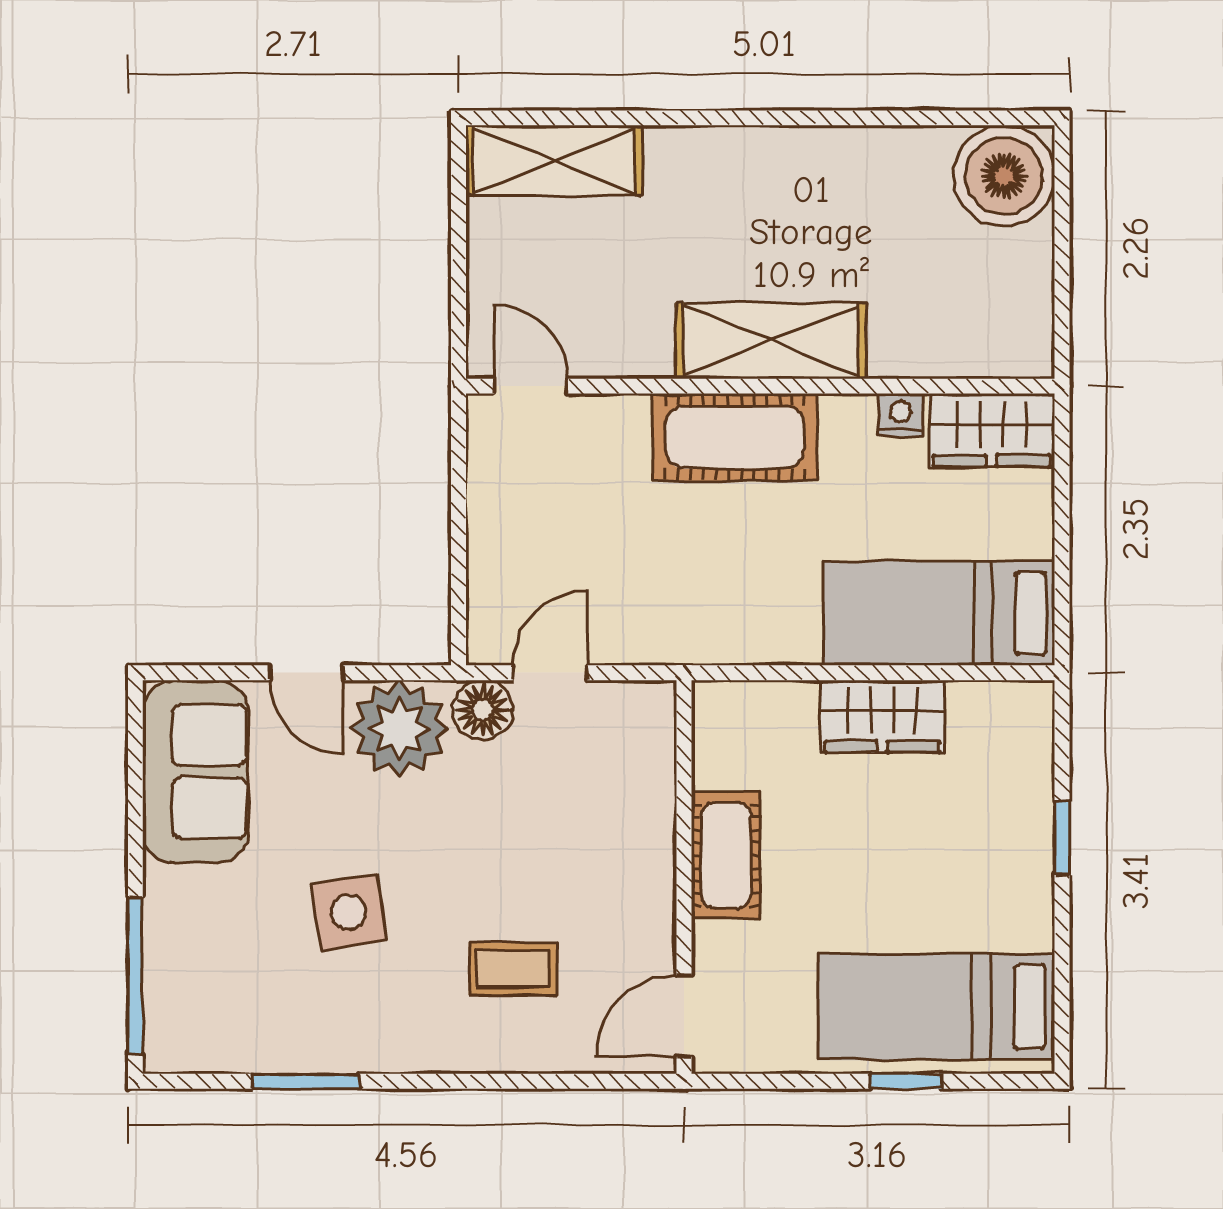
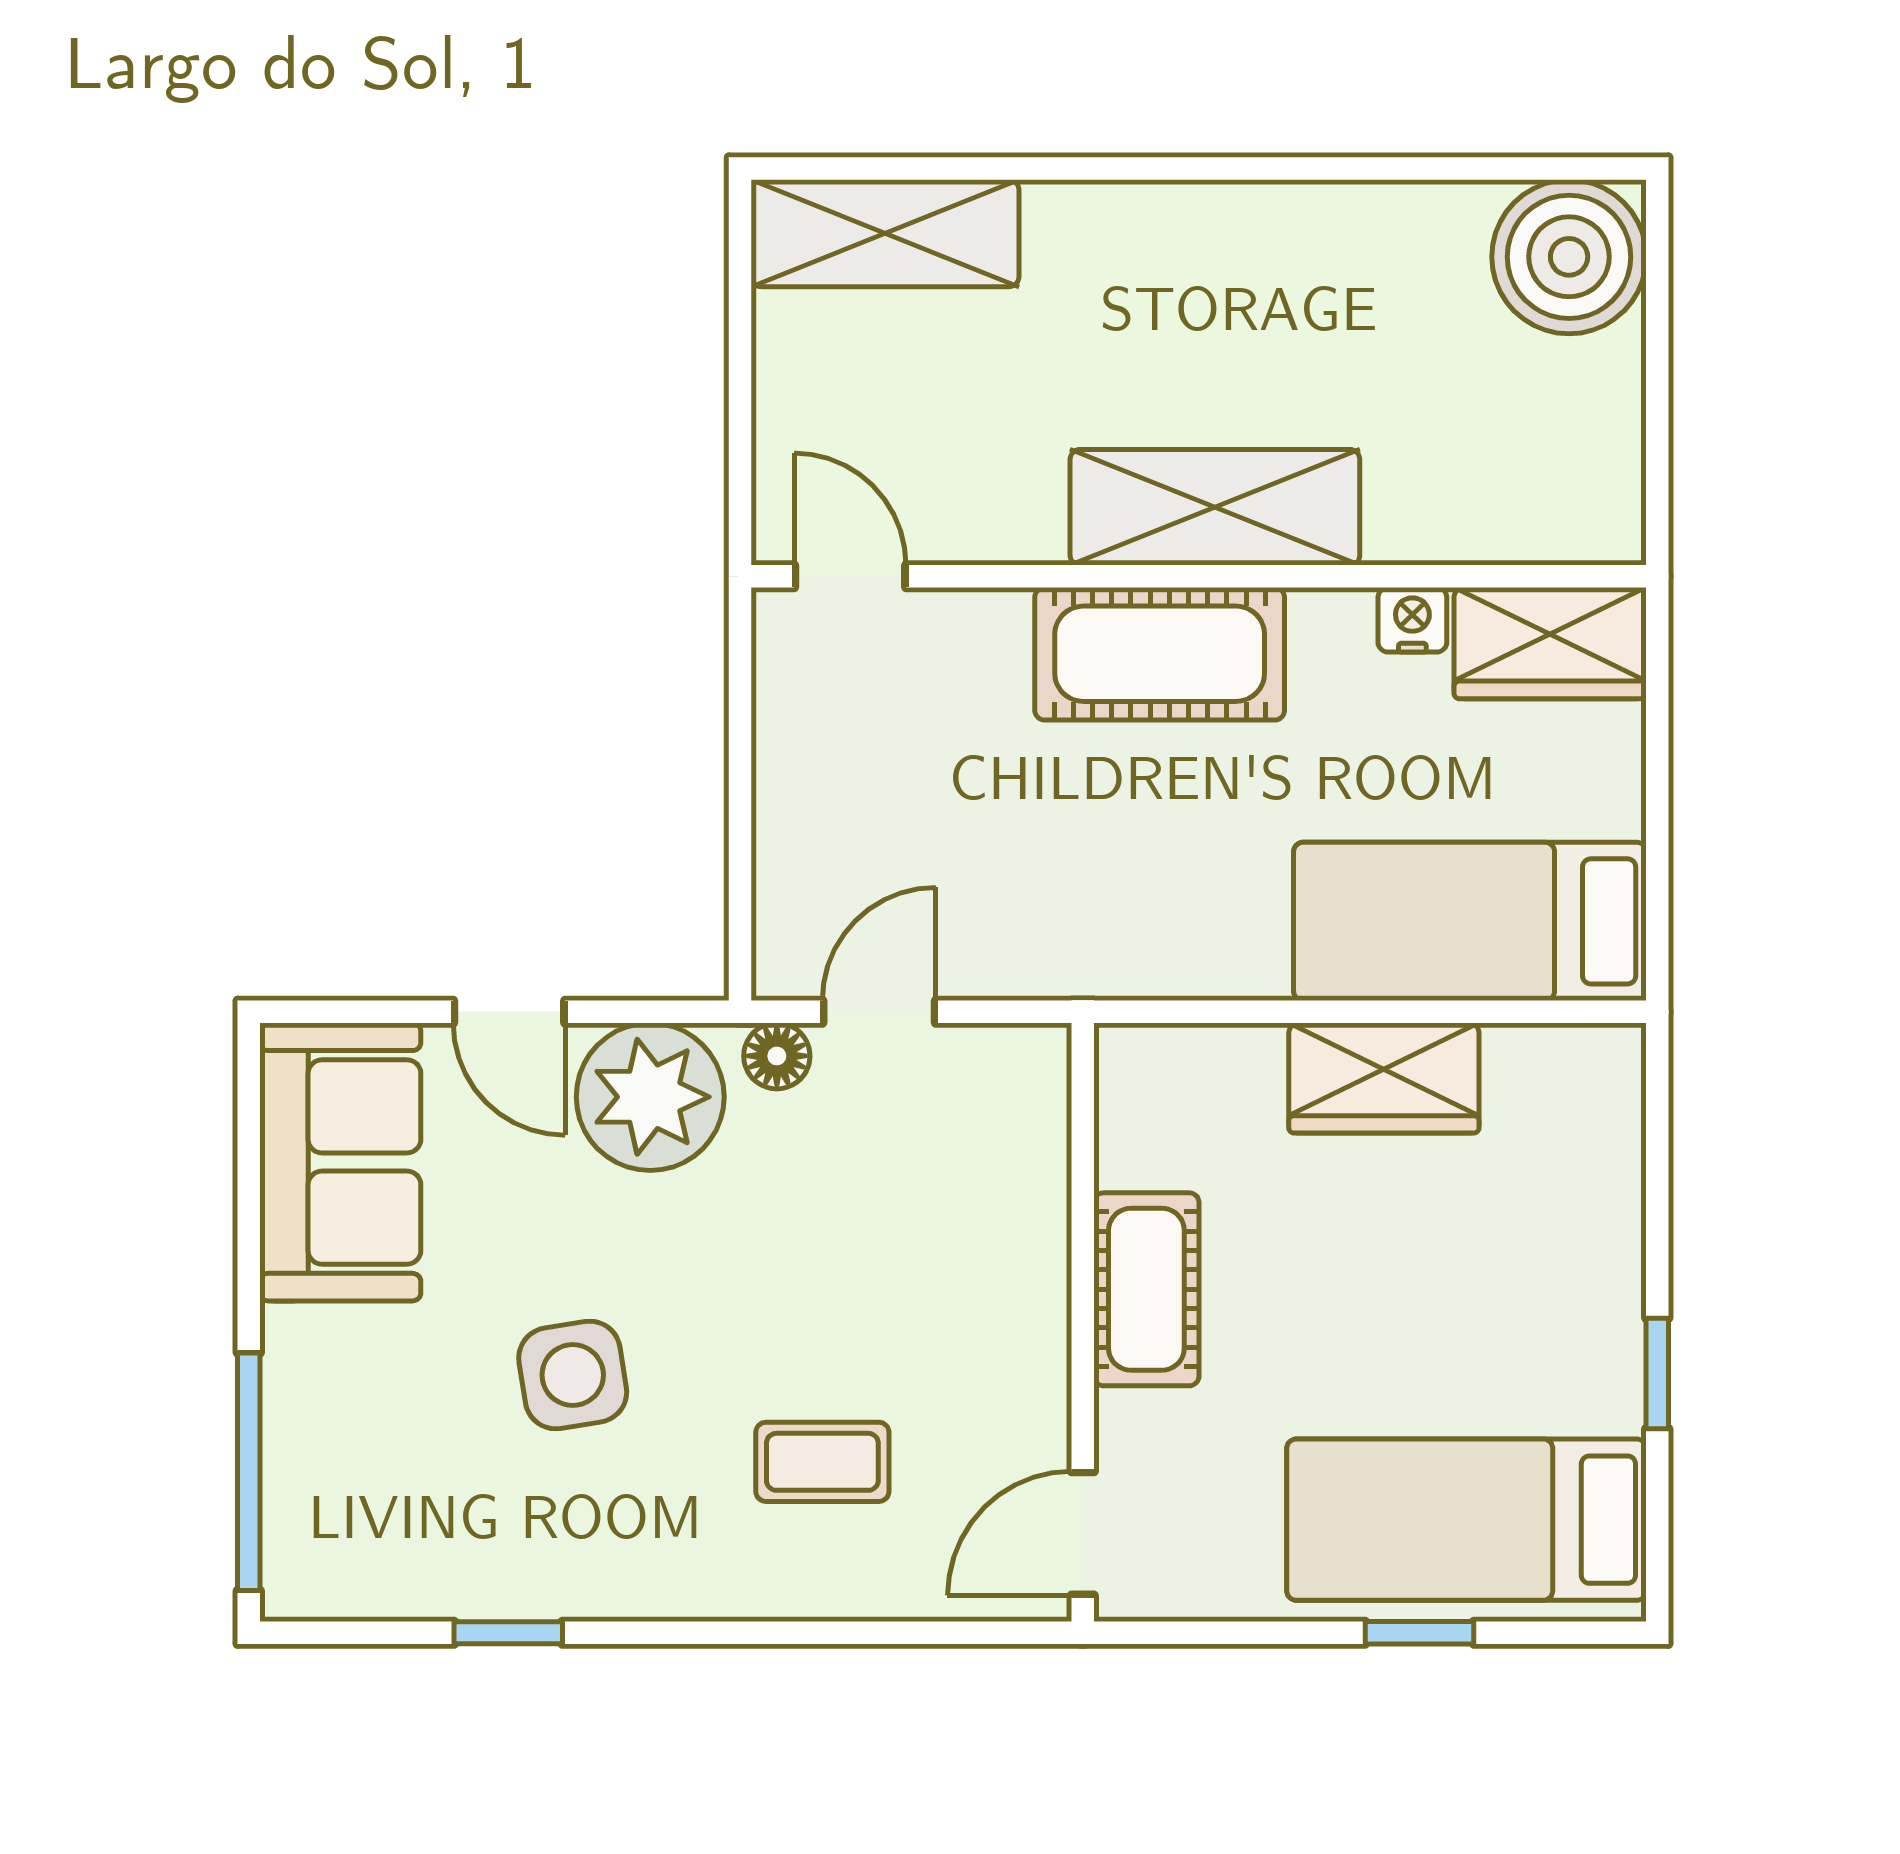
floor lamp: (483, 710) -> (777, 1056), width x0.73, depth x0.73
window: (1062, 838) -> (1657, 1373), moved
window: (306, 1081) -> (508, 1633), width x0.67

